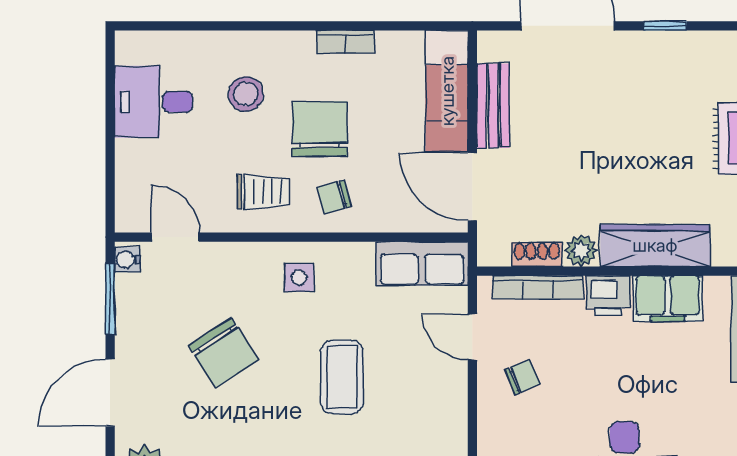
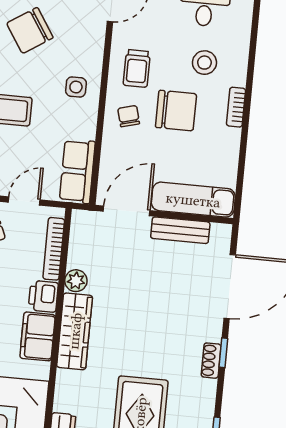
bookcase: (346, 42) -> (236, 107), moved
shoe rack: (537, 254) -> (211, 361), moved, turned 180

